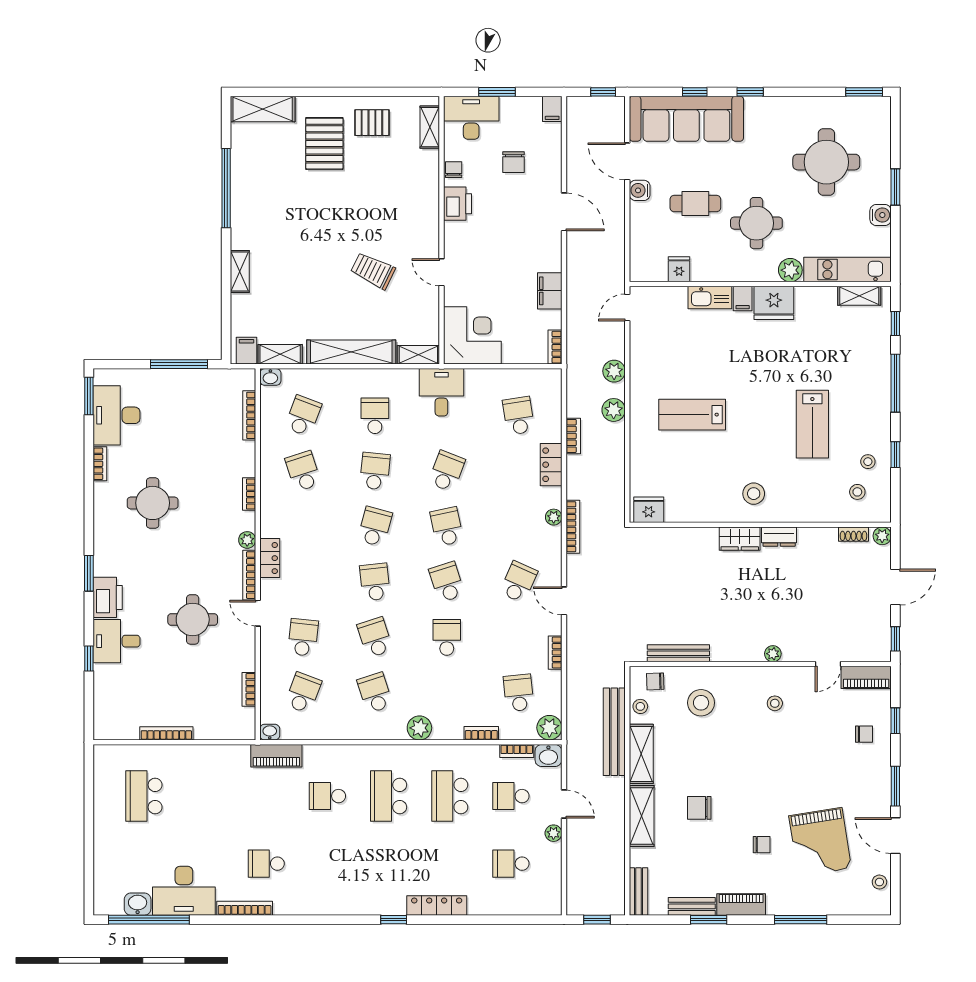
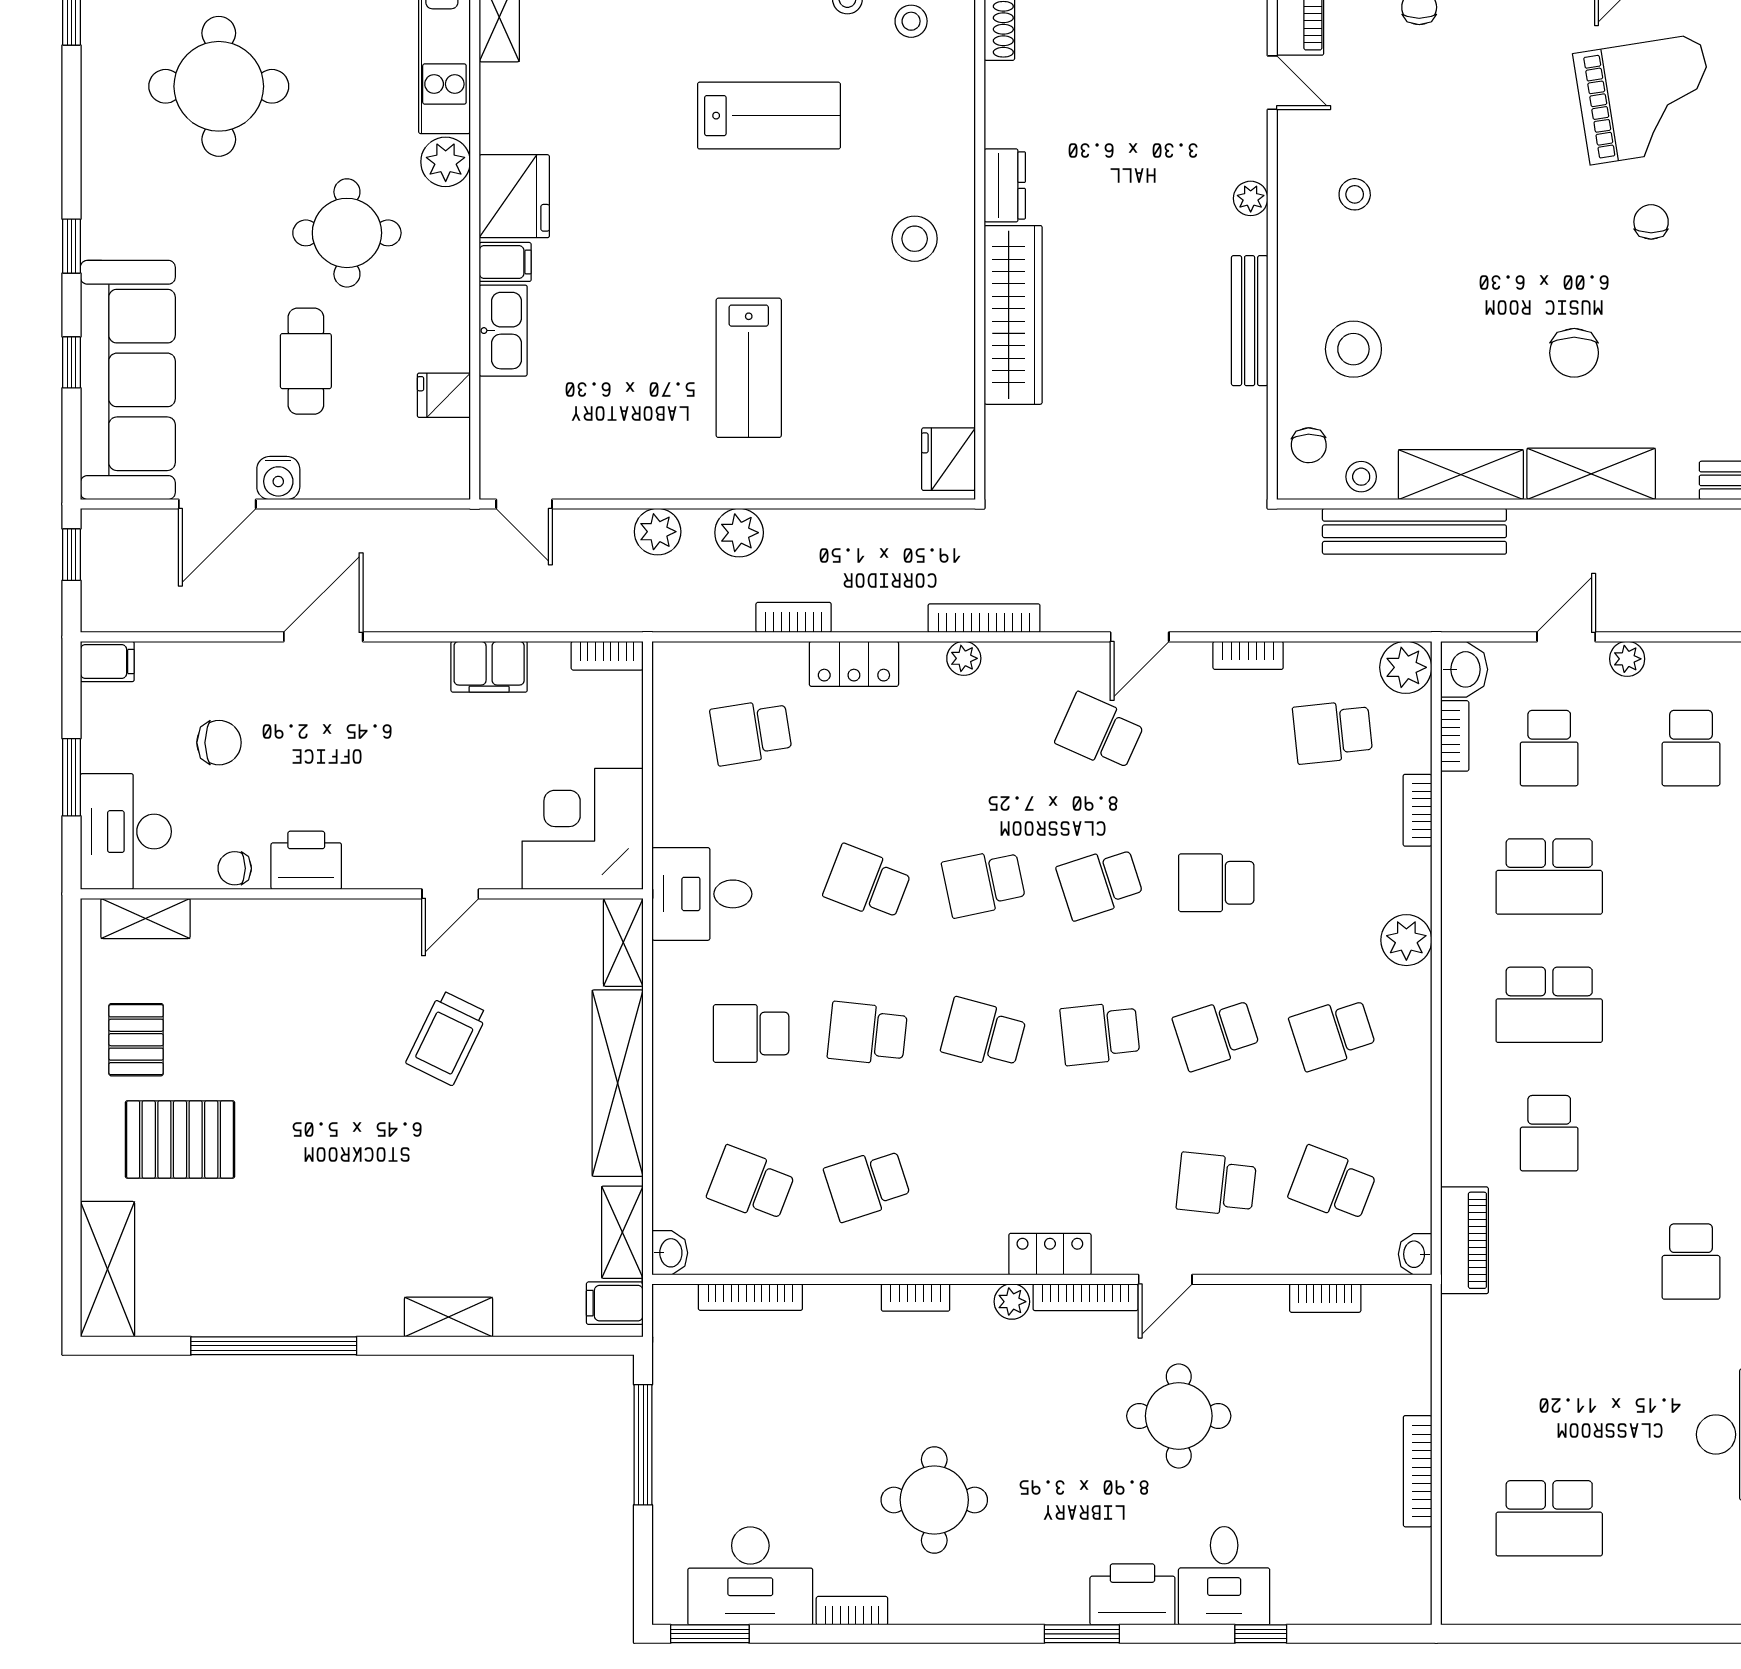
wardrobe: (740, 539) -> (1013, 315), width x2.10, depth x1.17
bench: (678, 653) -> (1250, 321), moved

